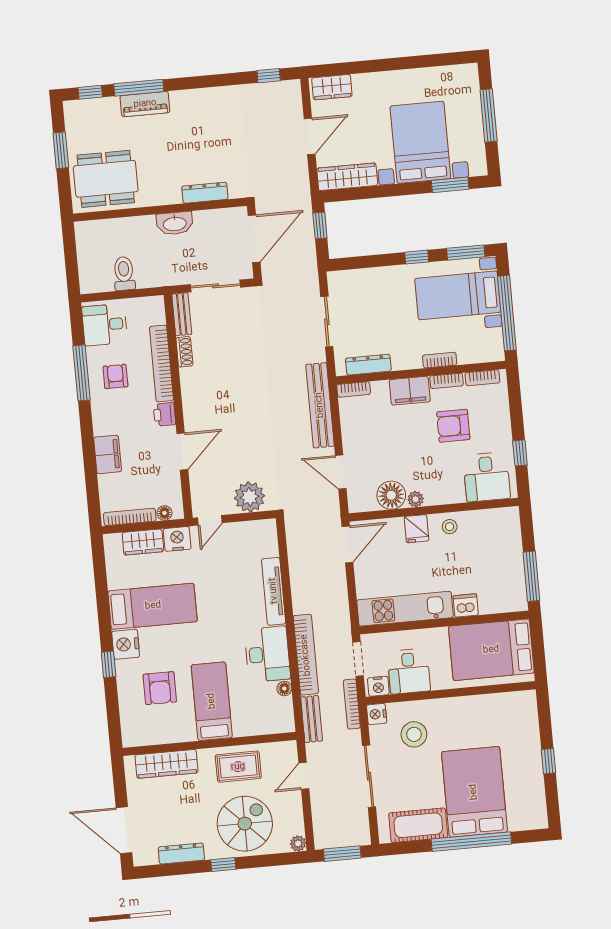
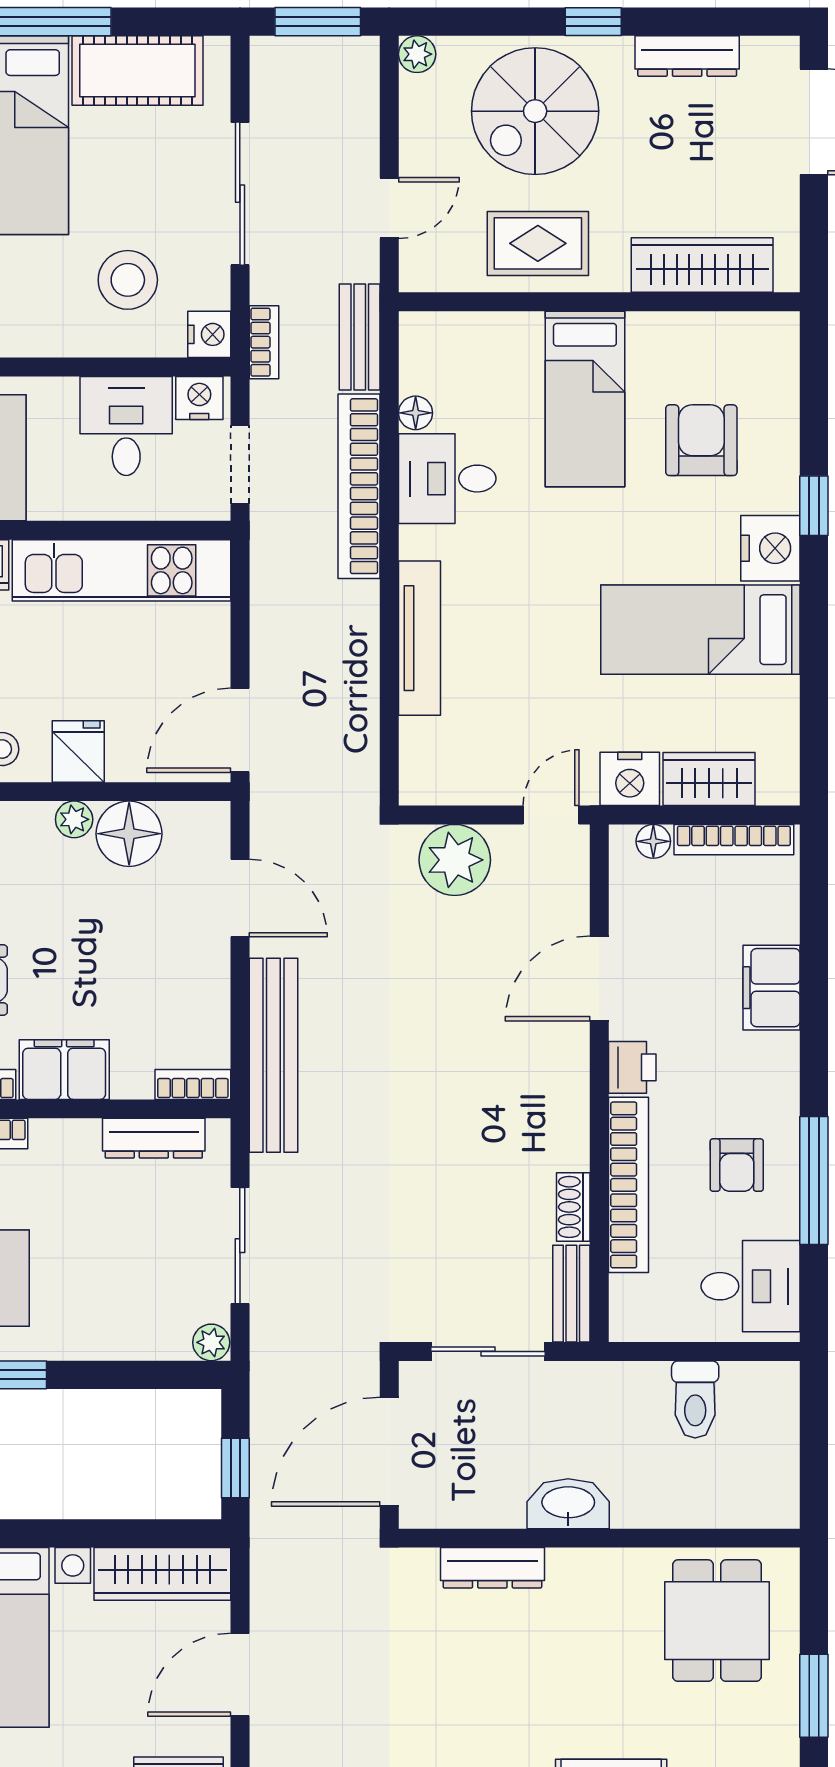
dining table: (106, 179) -> (717, 1621), width x0.73
plant: (335, 279) -> (211, 1342), added
desk: (267, 654) -> (447, 479), width x0.73
bookcase: (352, 704) -> (264, 342), width x0.64

